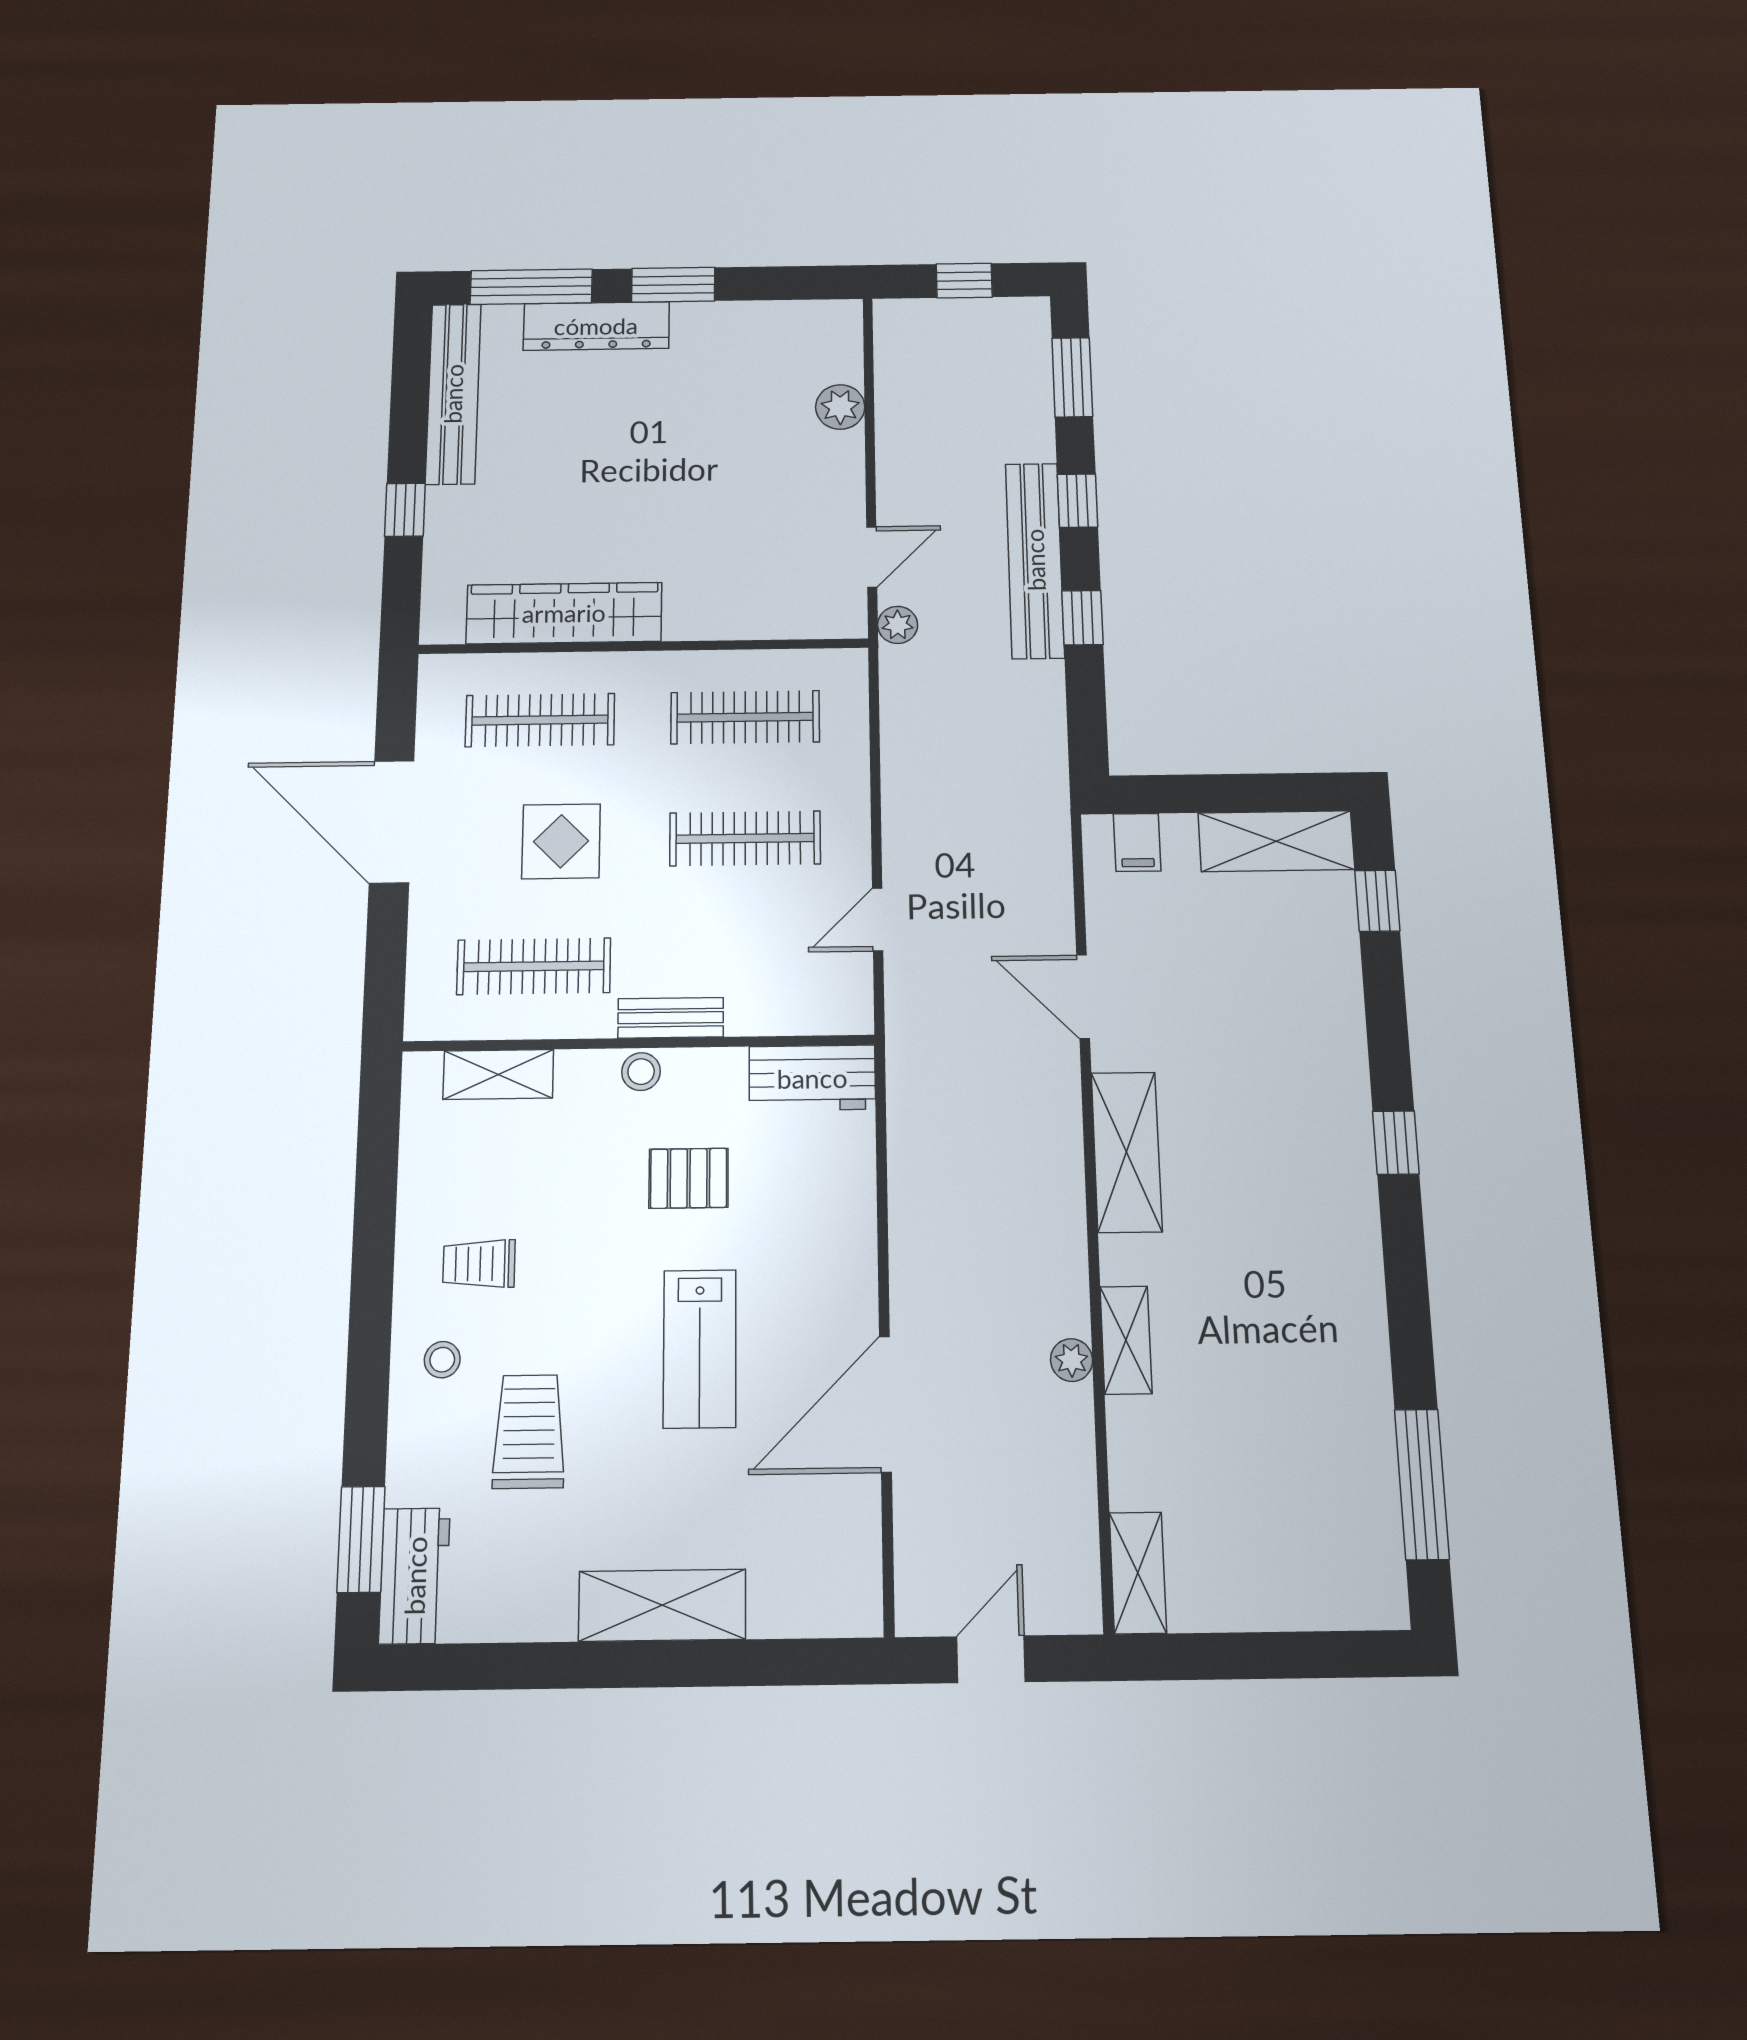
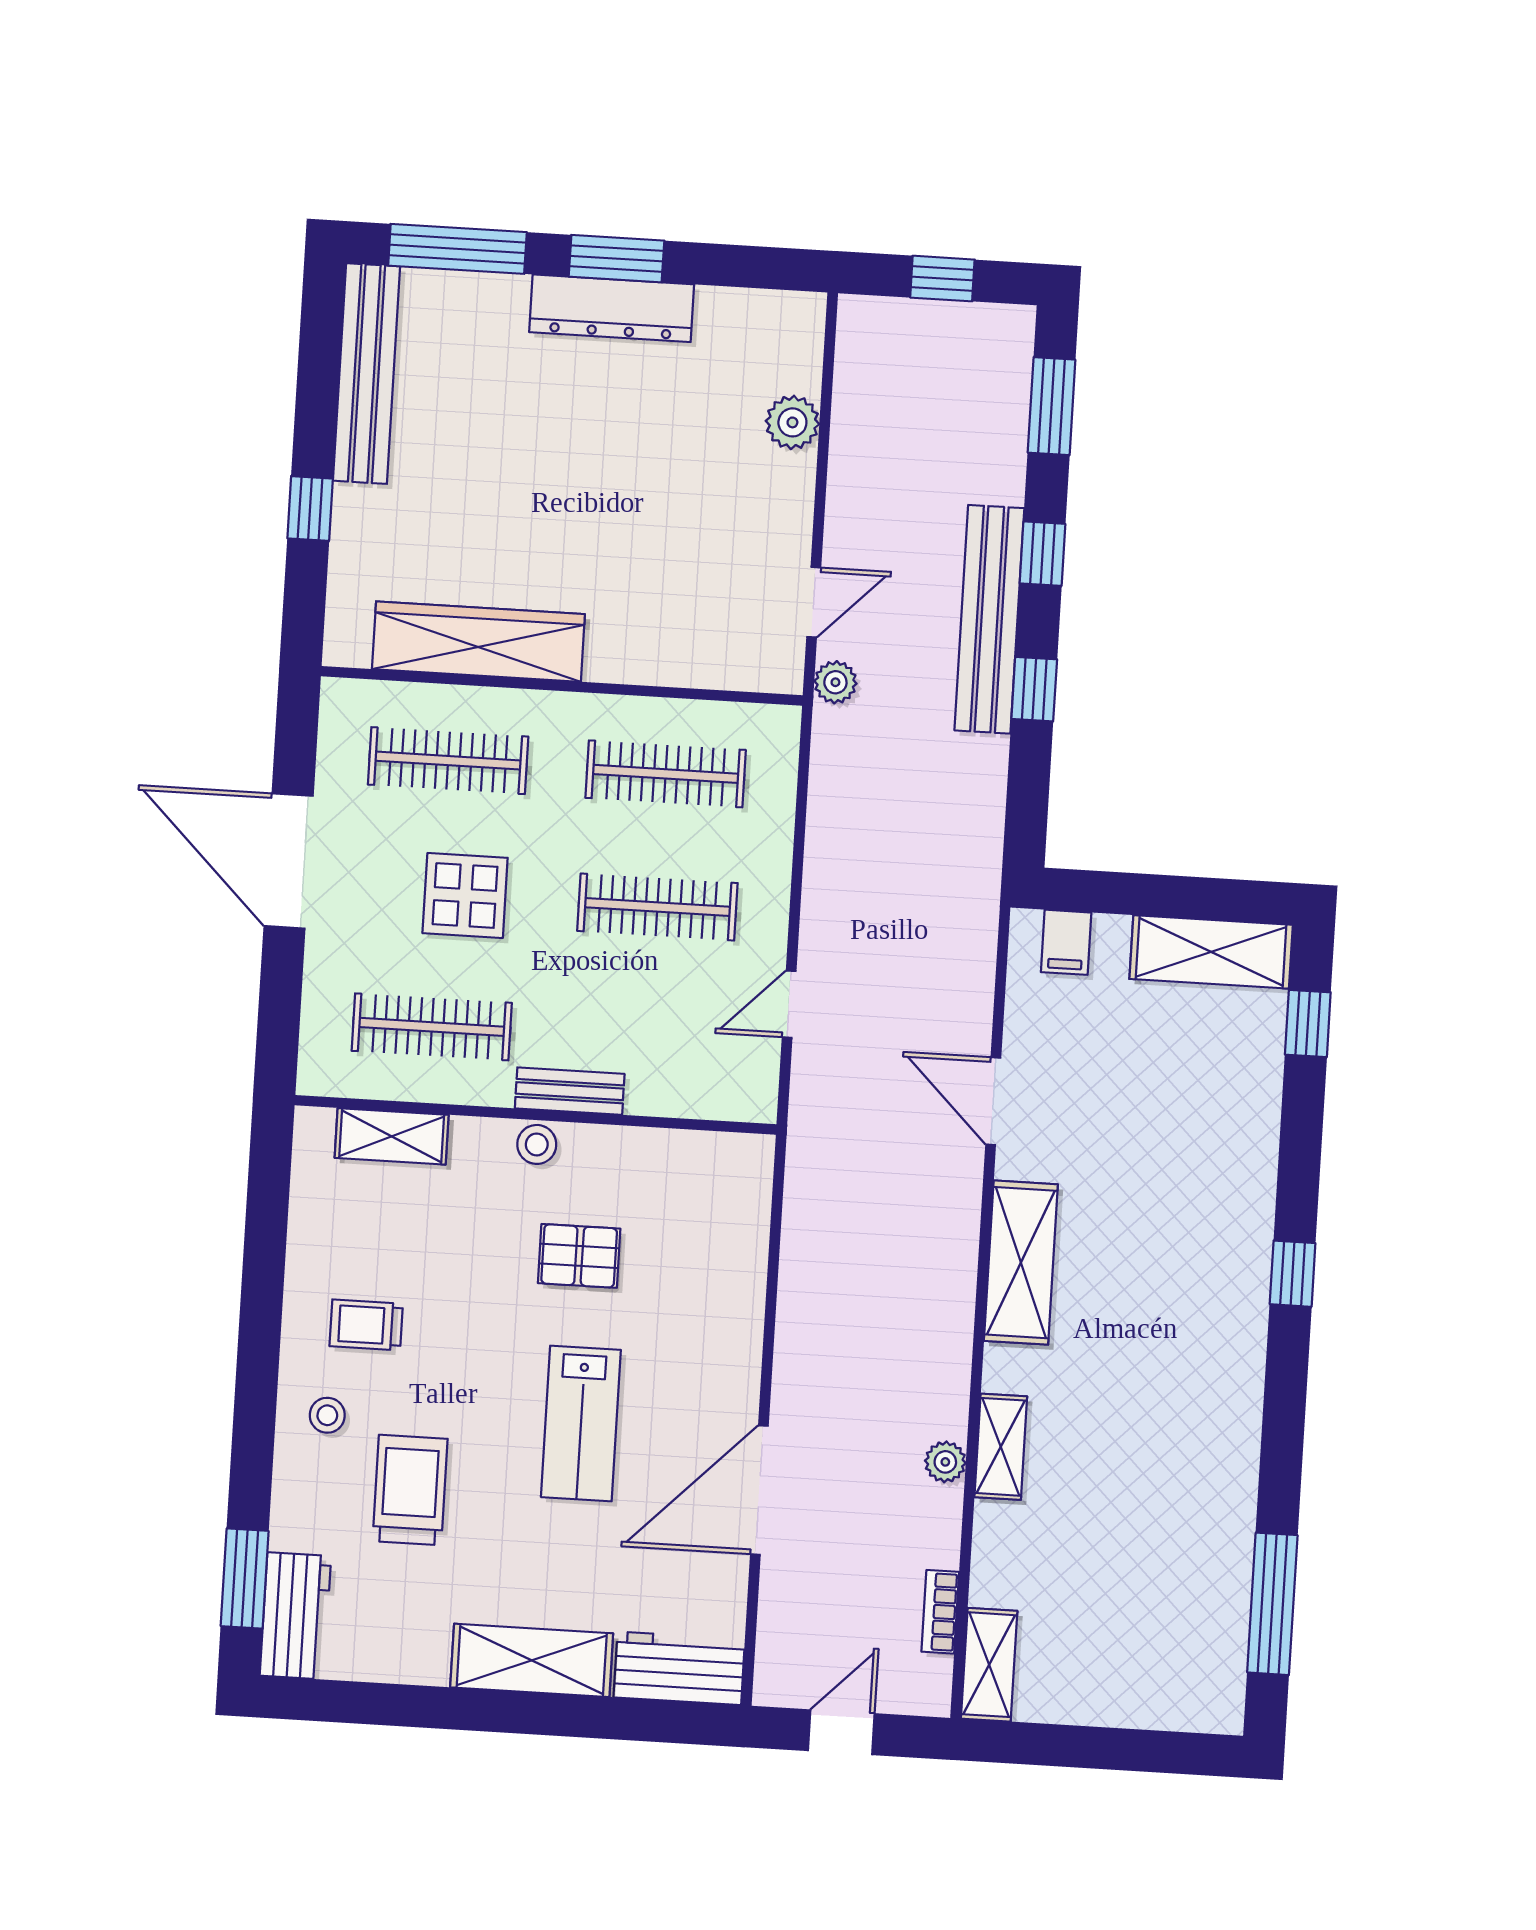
dresser: (596, 326) -> (612, 308), moved
workbench: (812, 1078) -> (679, 1668), moved, turned 180
bookcase: (1082, 1519) -> (940, 1612), added

